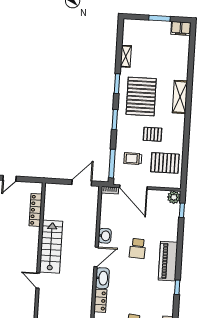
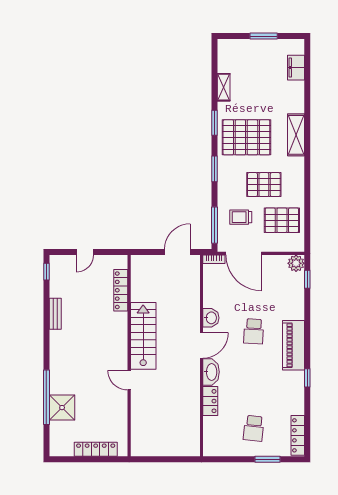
filing cabinet: (181, 28) -> (296, 68), moved, turned 90
pallet: (141, 96) -> (246, 137), turned 90
pallet: (153, 134) -> (264, 185), width x1.50, depth x1.42

